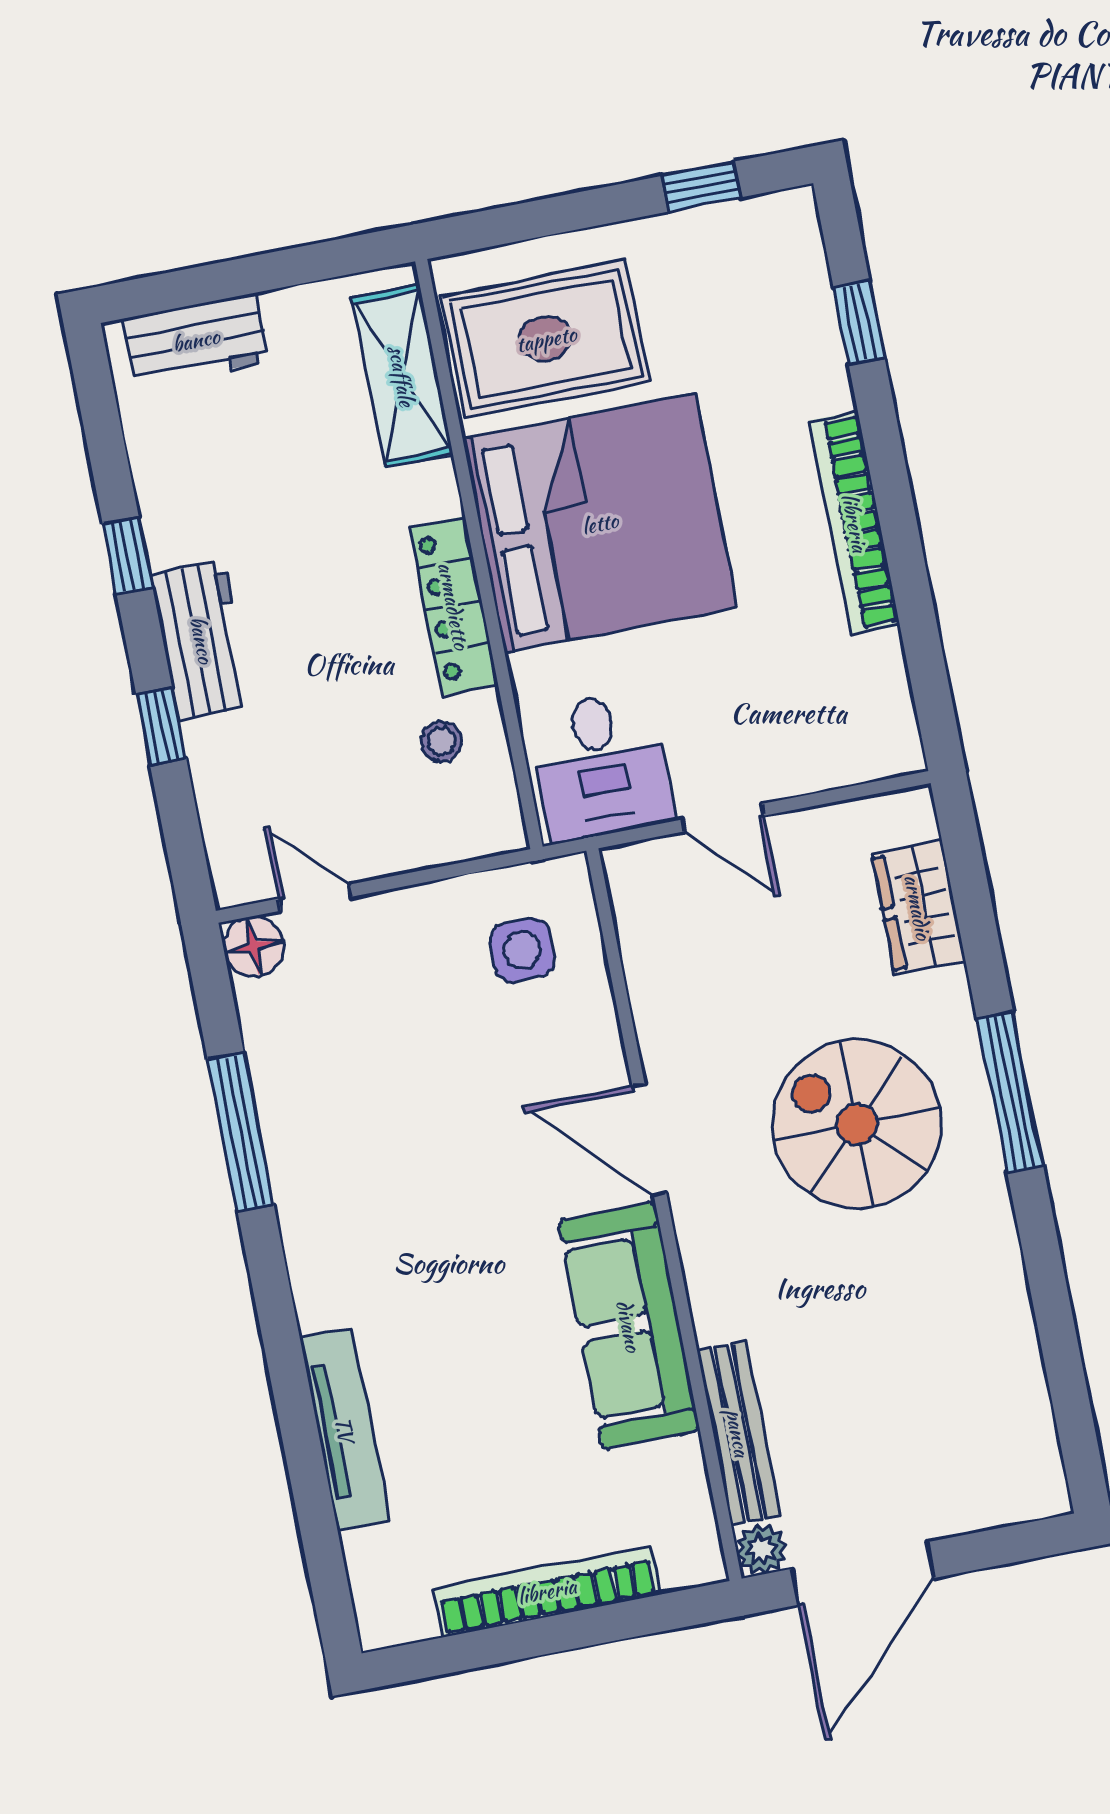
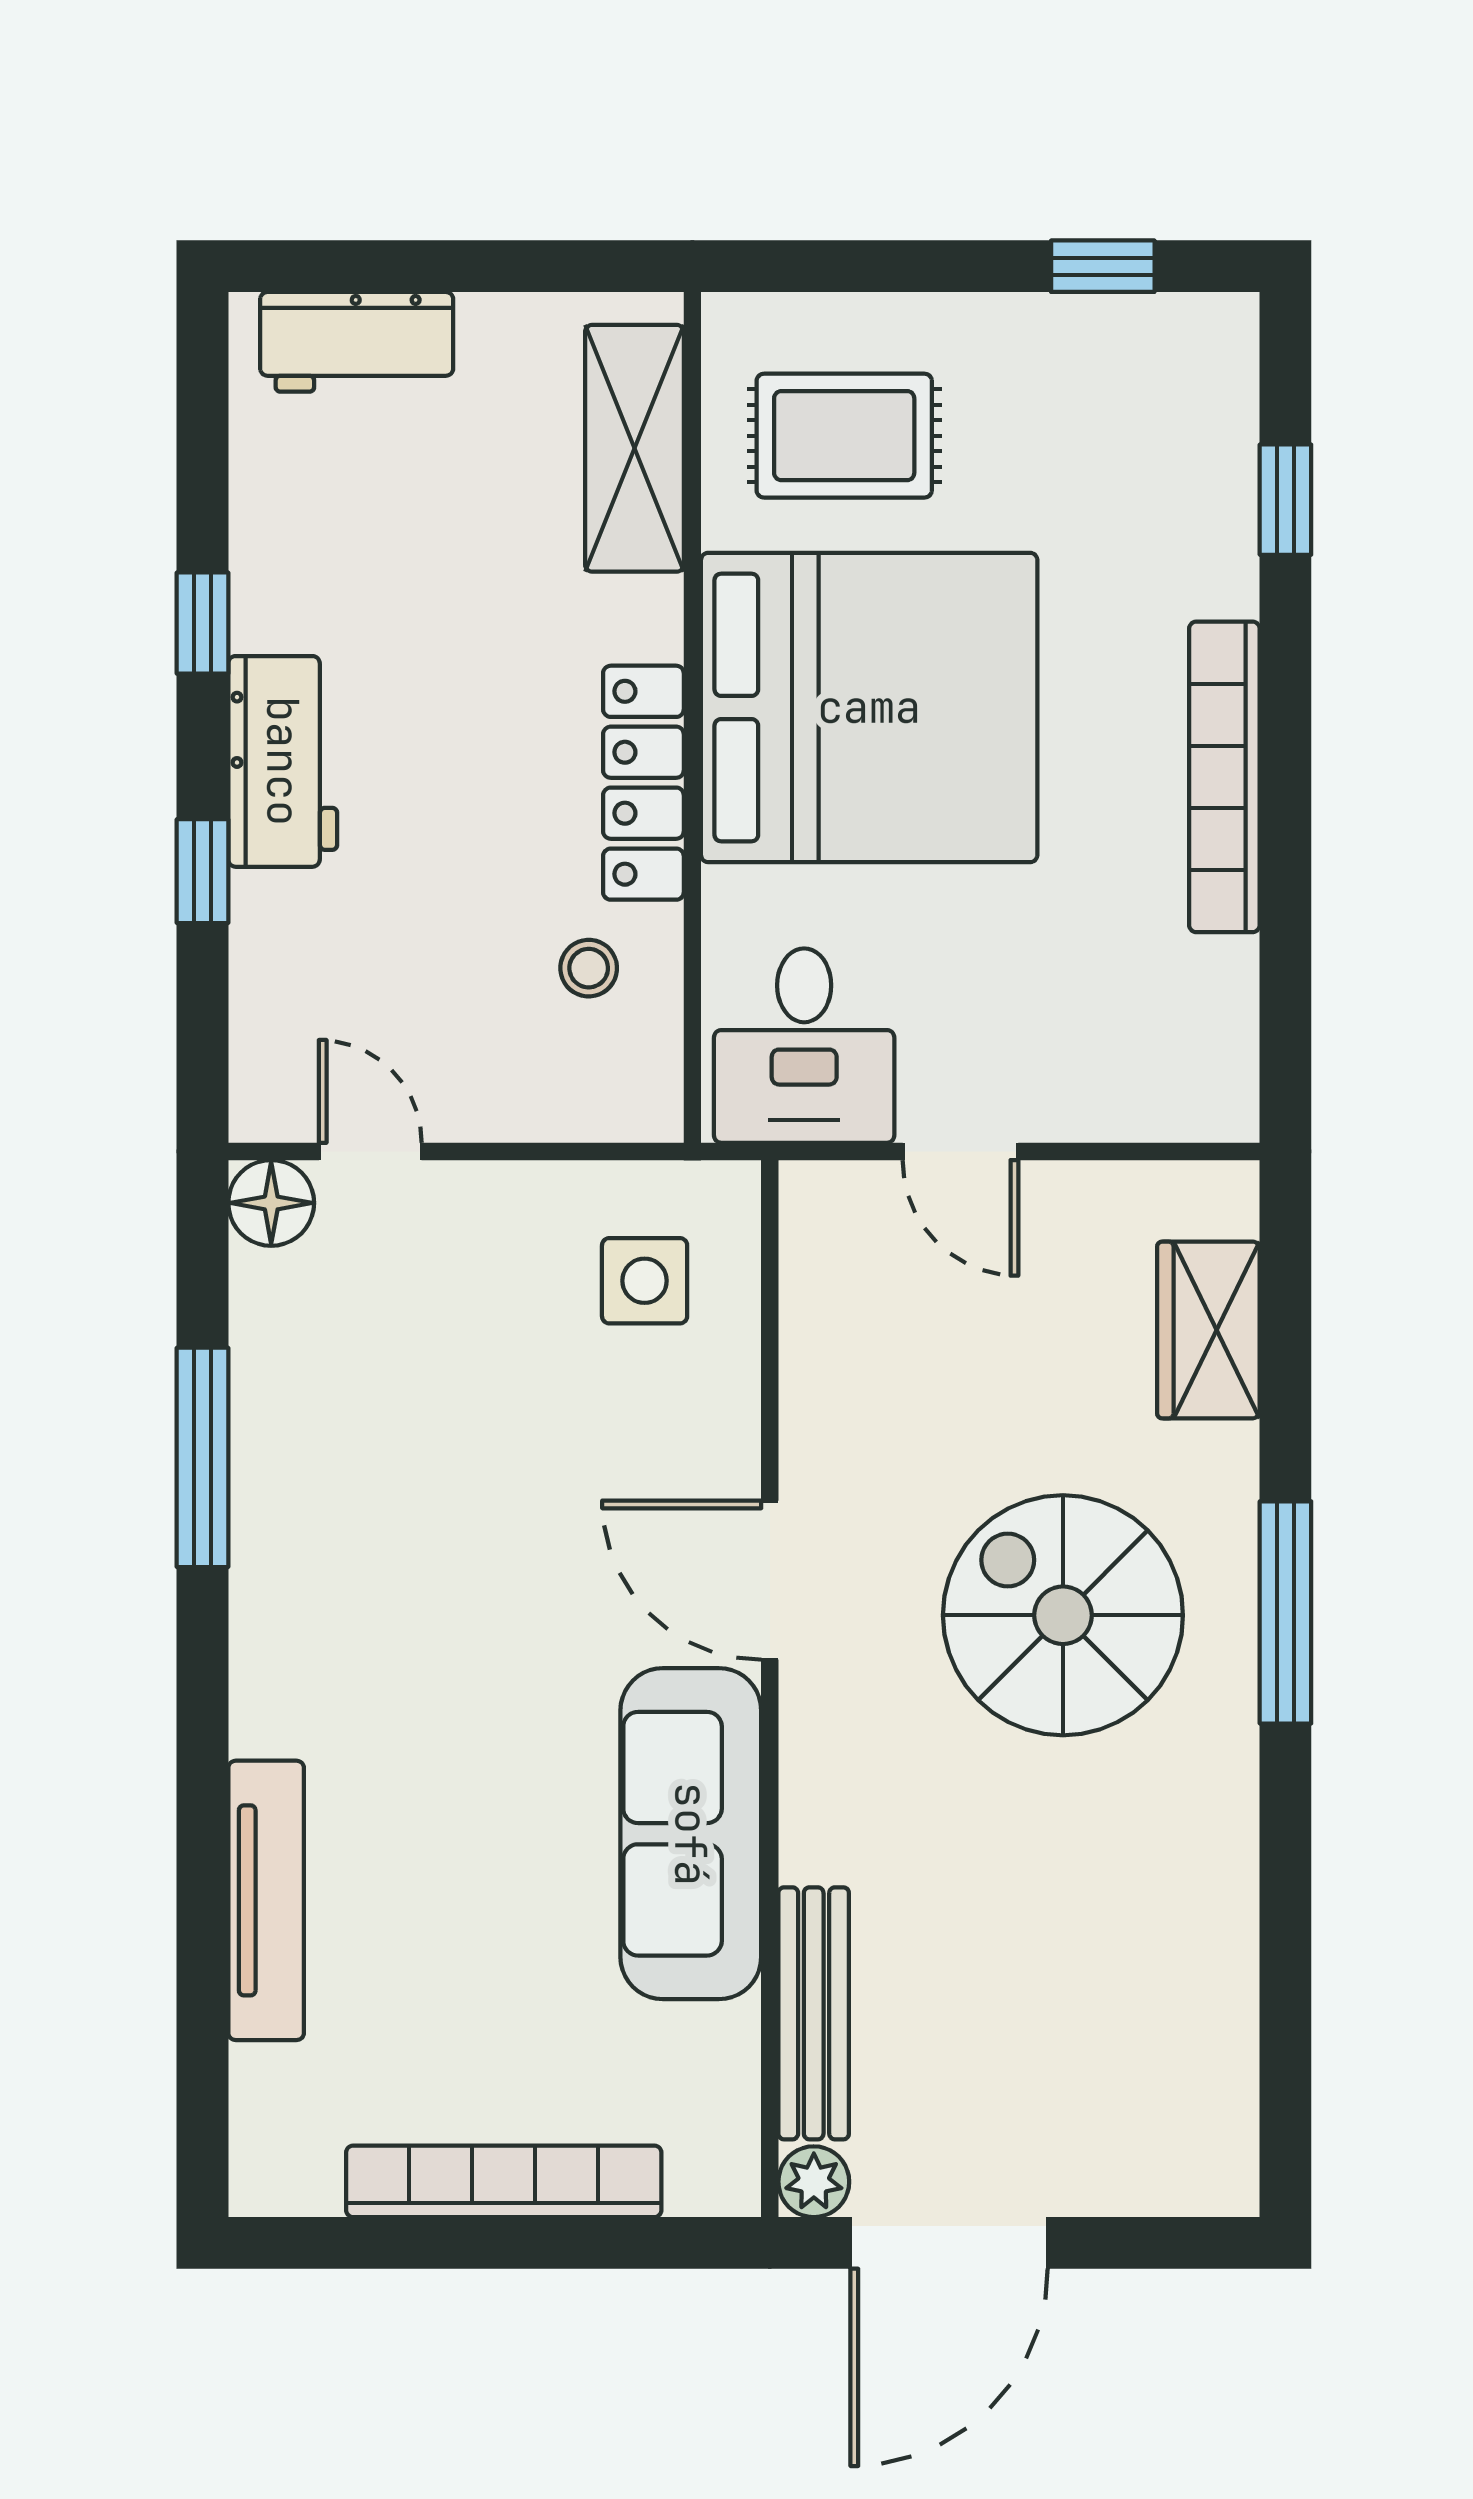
rug: (546, 339) -> (844, 436), width x0.73, depth x0.70

